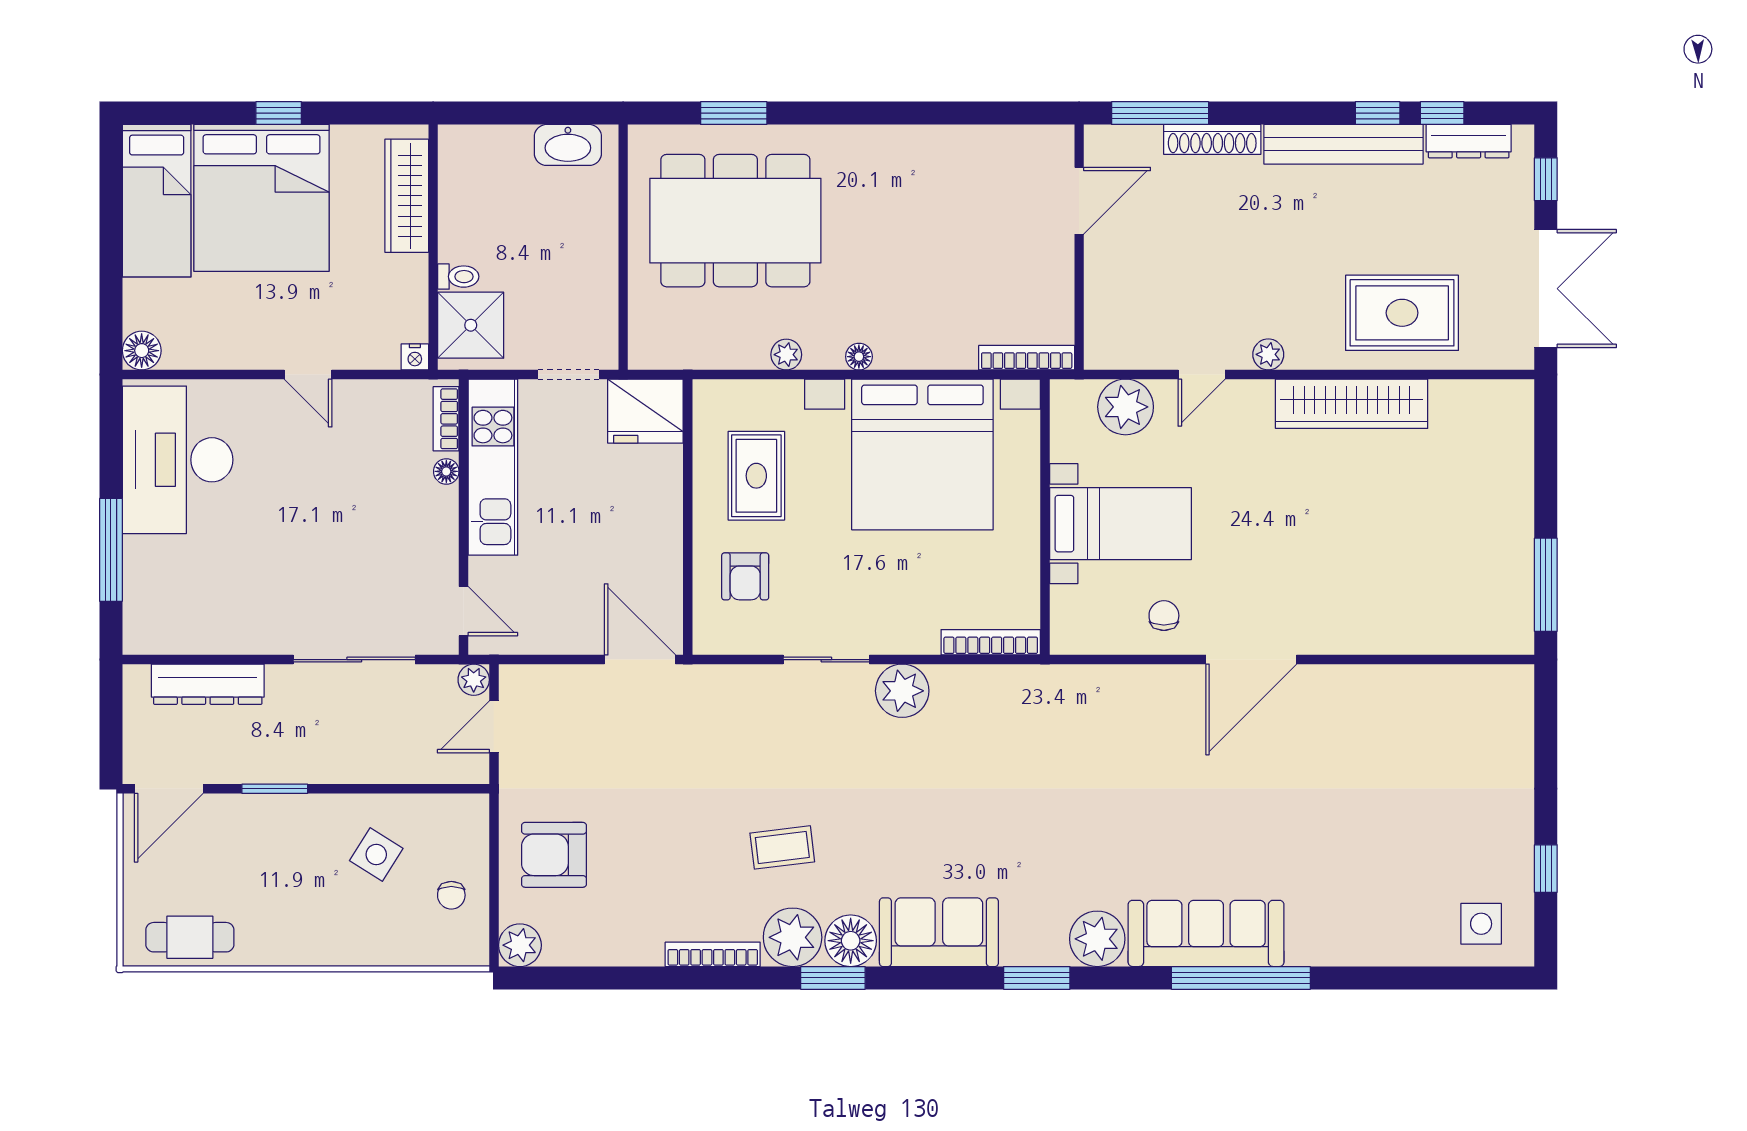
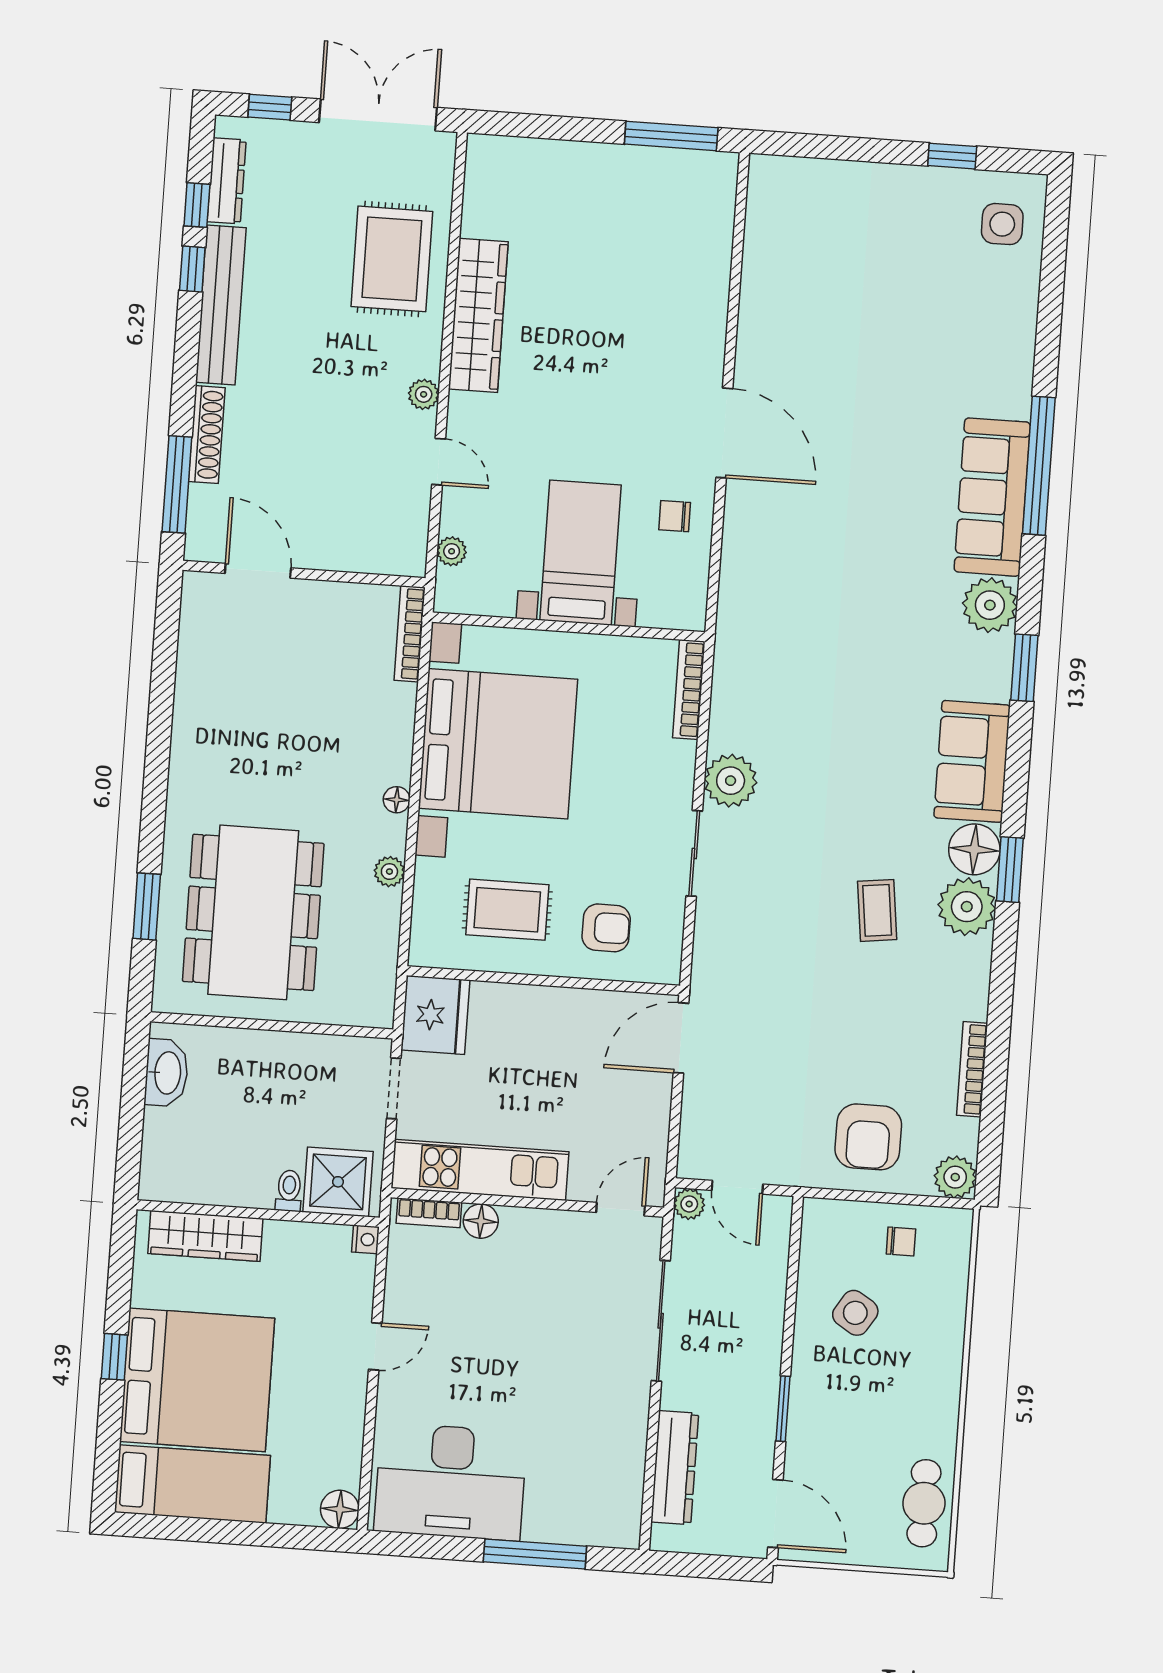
plant: (1126, 407) -> (452, 551), width x0.53, depth x0.53
floor lamp: (446, 471) -> (481, 1221), width x1.37, depth x1.37
bookcase: (713, 954) -> (972, 1069), moved

